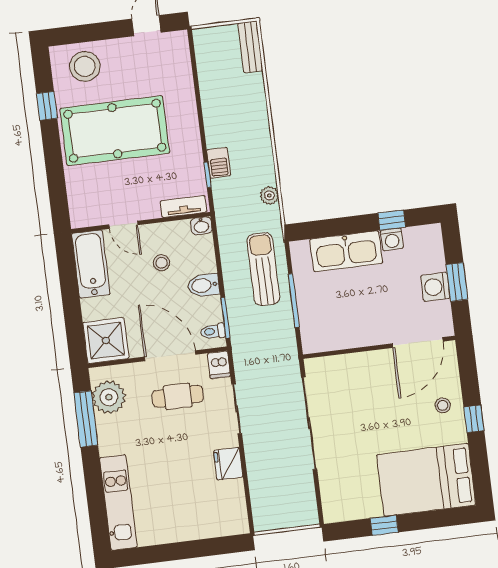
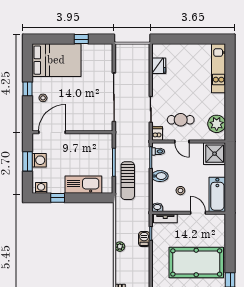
plant: (269, 195) -> (120, 247), moved
washing machine: (392, 239) -> (41, 188), moved
door: (170, 356) -> (182, 141), width x0.53
window: (86, 419) -> (230, 114), removed
fridge: (228, 464) -> (159, 66), moved

